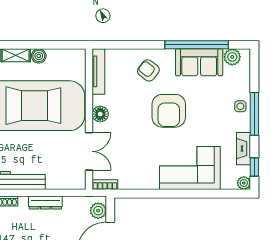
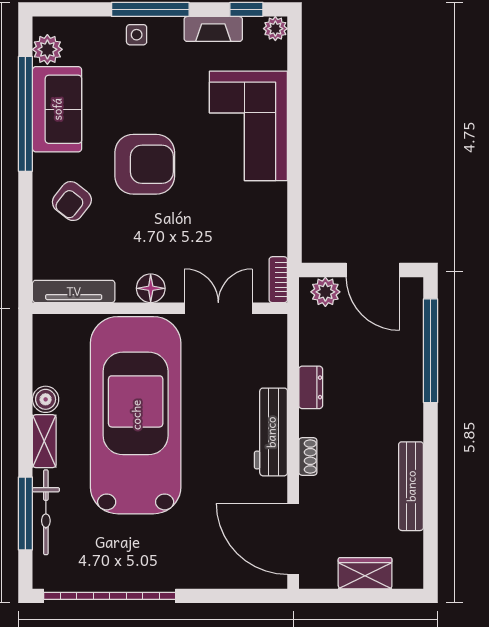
dresser: (45, 203) -> (311, 387), width x0.70

